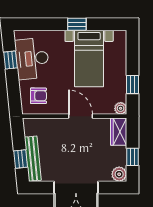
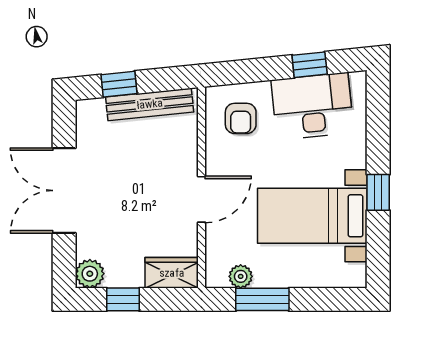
window: (132, 84) -> (262, 299), width x1.50
plant: (121, 108) -> (241, 276), moved
bench: (33, 159) -> (150, 104), moved

